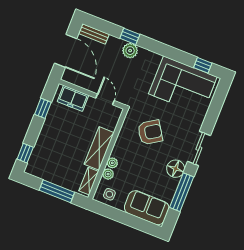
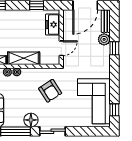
plant: (130, 51) -> (104, 39), moved

